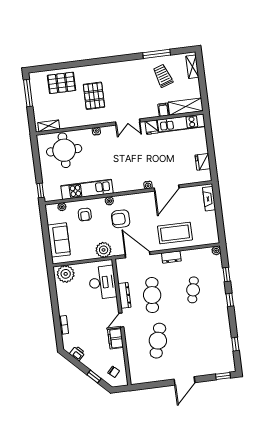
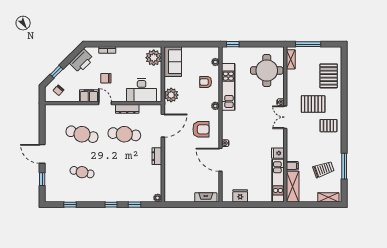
pallet: (115, 76) -> (328, 126), added
window: (28, 93) -> (308, 44), moved
double door: (128, 122) -> (285, 117), moved
armchair: (121, 219) -> (201, 129), moved, turned 90
coffee table: (175, 233) -> (178, 162), removed
sofa: (59, 240) -> (173, 62), moved, turned -90
cafe table: (193, 290) -> (82, 172), moved
chair: (94, 323) -> (106, 78), added
printer: (77, 353) -> (81, 61), width x1.87, depth x1.48
window: (223, 376) -> (42, 179), moved

